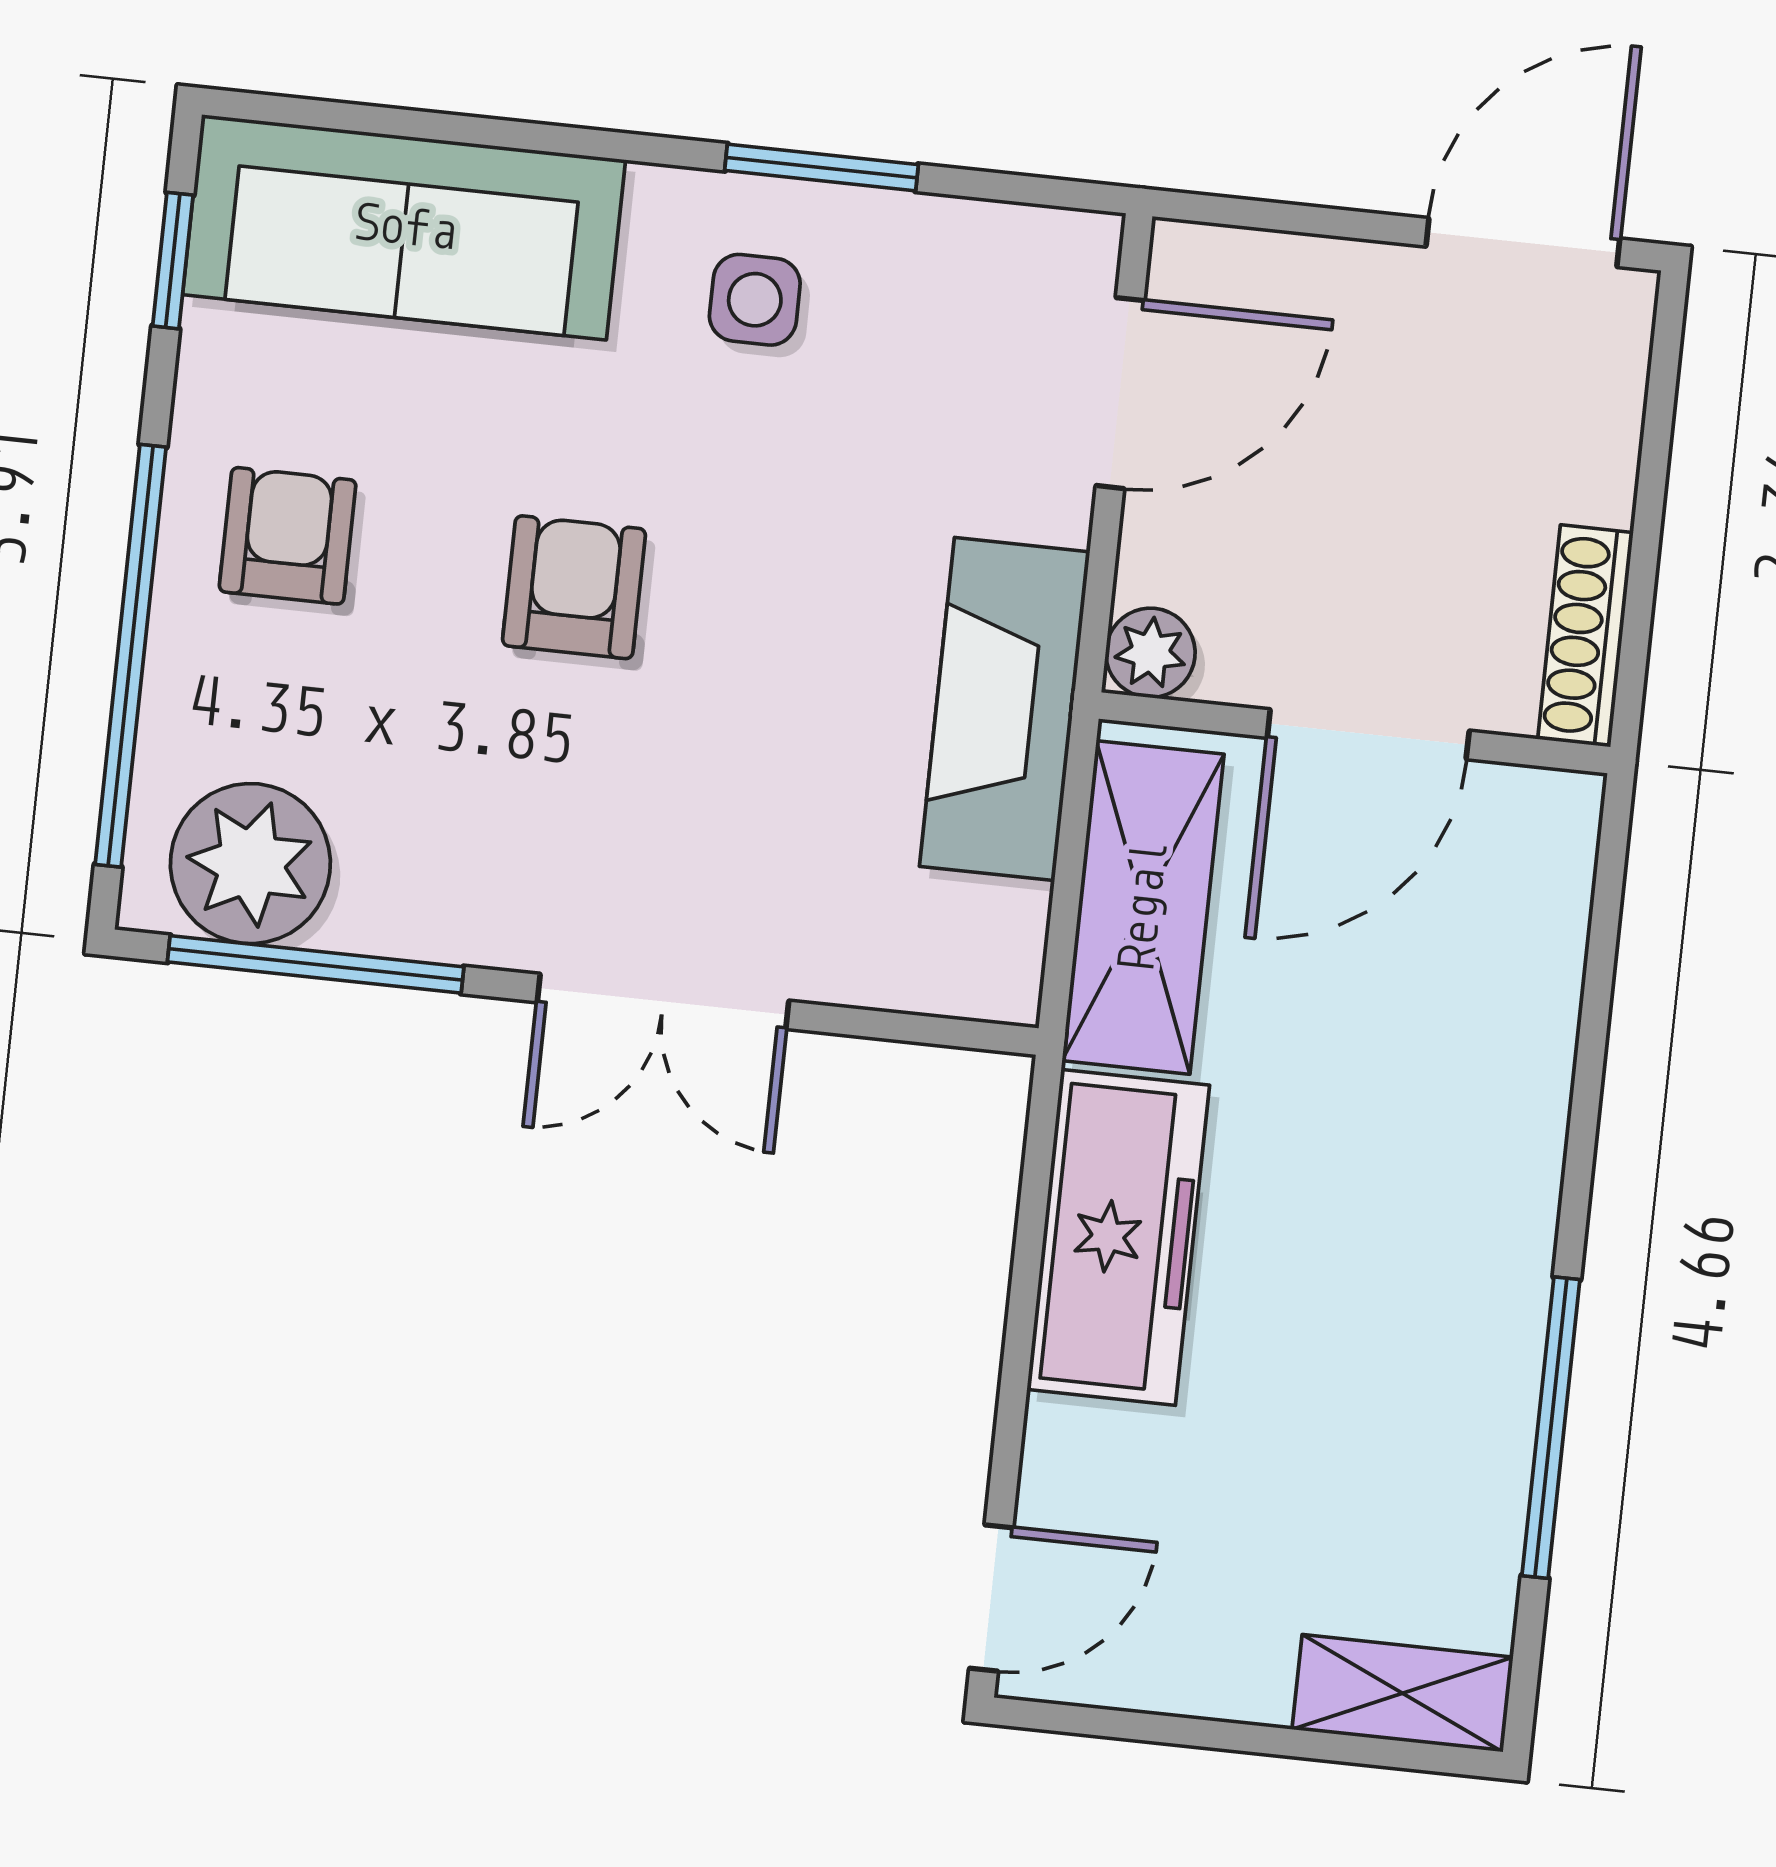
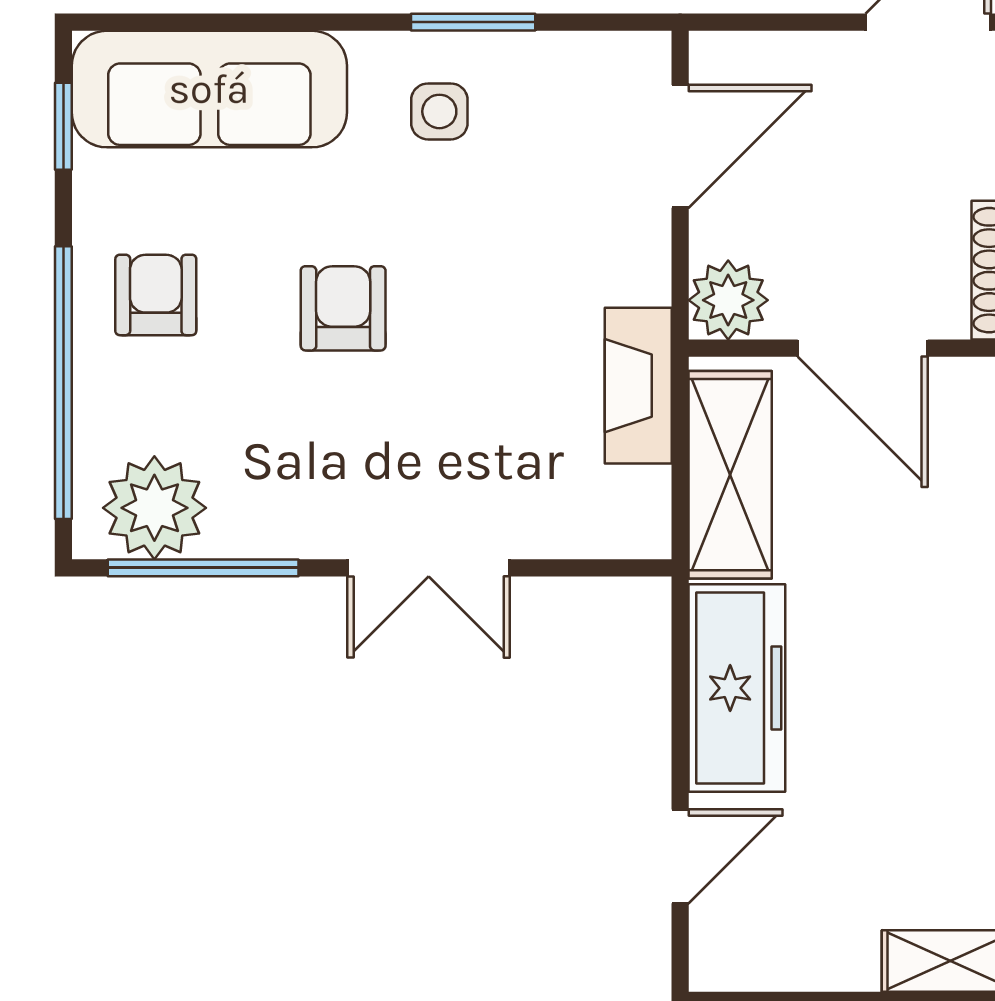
plant: (1150, 653) -> (728, 300), width x1.38, depth x1.38
fireplace: (1005, 709) -> (638, 386), width x0.73, depth x0.76
door: (1368, 734) -> (863, 348), hinge flipped
door: (991, 1598) -> (680, 856), moved

